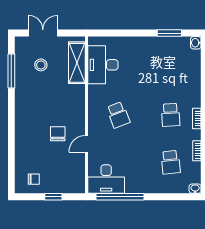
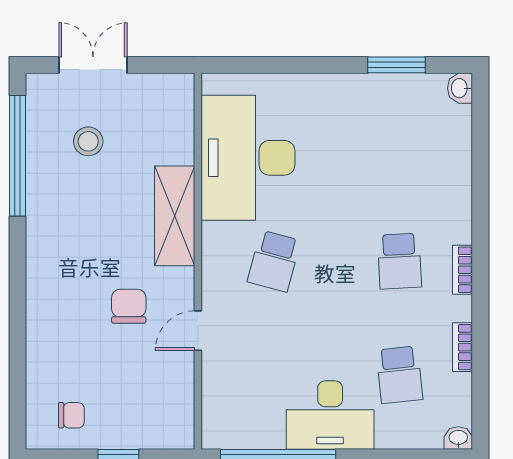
shelving: (77, 63) -> (175, 216), moved
desk: (103, 65) -> (248, 158), width x1.36, depth x1.30
window: (11, 71) -> (18, 156), width x1.46
school desk: (118, 115) -> (274, 261), turned 36
desk: (106, 179) -> (330, 415), moved

